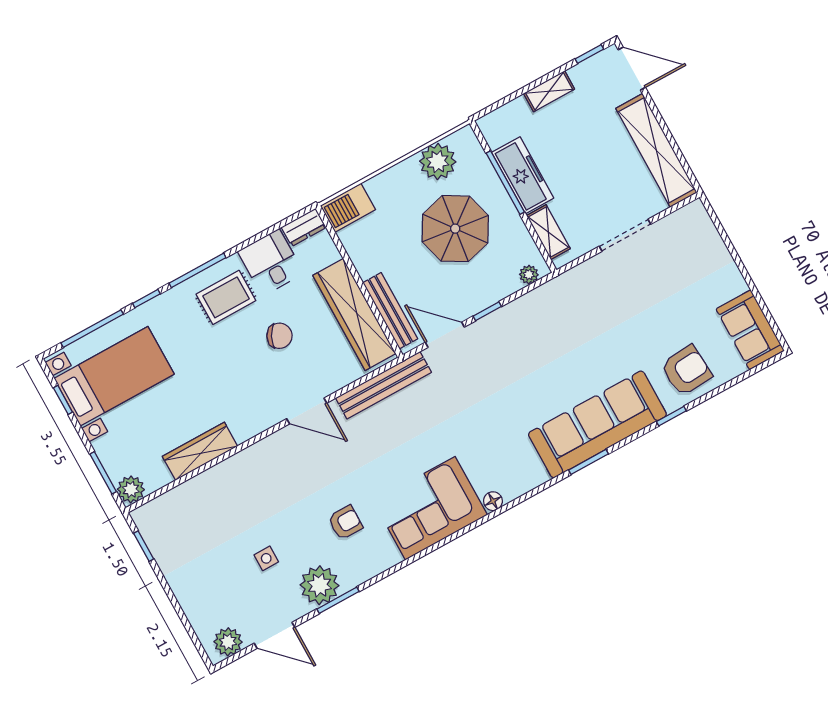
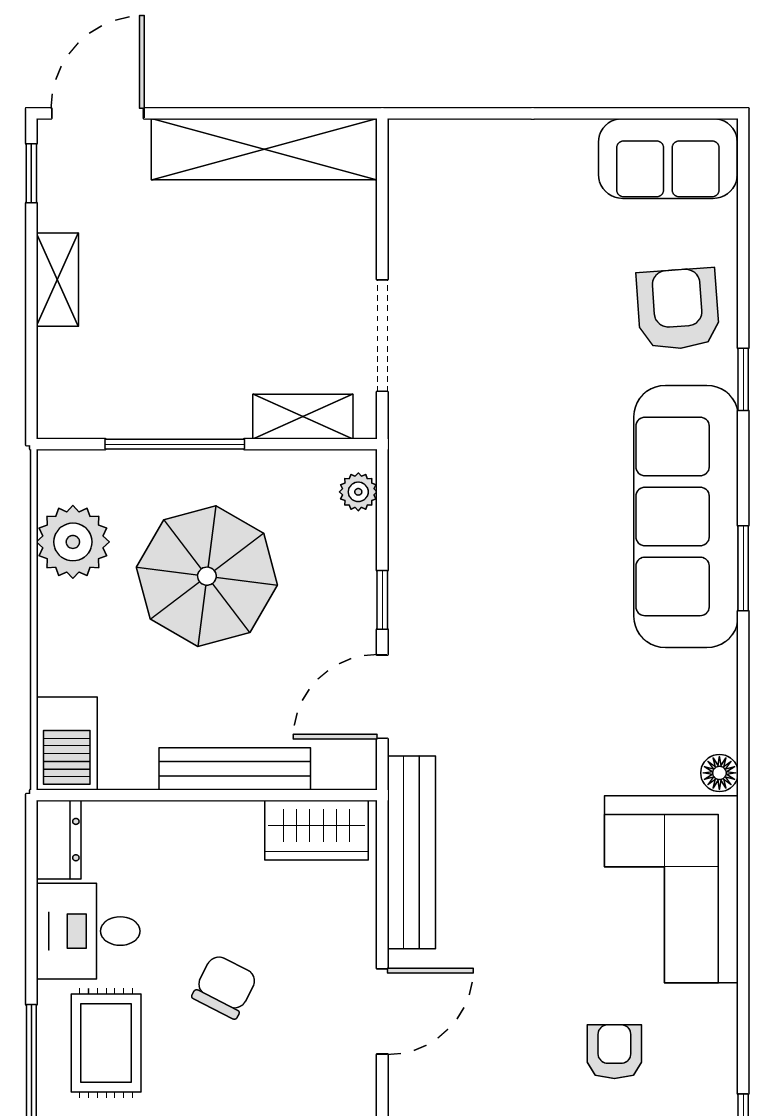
freezer: (523, 175) -> (179, 407), removed
doorway: (625, 235) -> (382, 336), moved
bench: (390, 311) -> (235, 769), moved
wardrobe: (354, 315) -> (317, 830), width x0.48, depth x0.85

